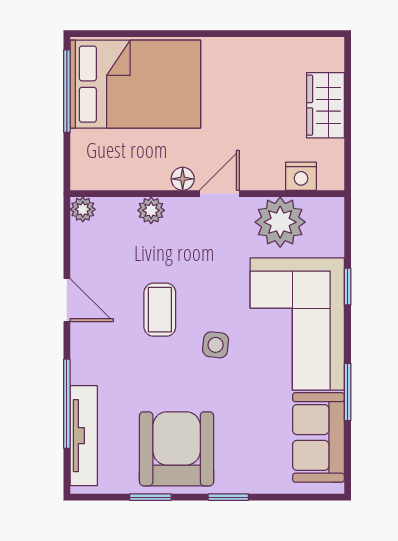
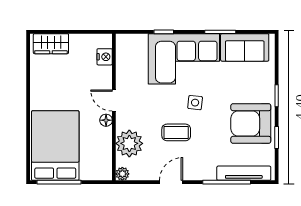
wardrobe: (325, 105) -> (51, 44), moved
plant: (151, 210) -> (129, 143), width x1.87, depth x1.87
plant: (280, 222) -> (129, 68), removed

